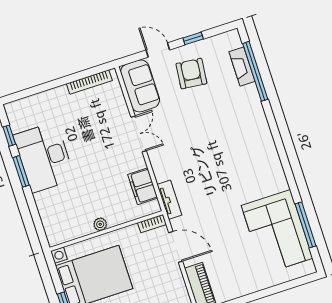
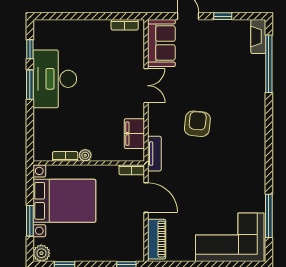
fireplace: (242, 67) -> (258, 36), moved
armchair: (191, 74) -> (197, 124), moved
bookcase: (89, 82) -> (125, 25), width x0.64
bookcase: (80, 232) -> (65, 156), added
corner sofa: (277, 232) -> (230, 237), moved, turned 90

